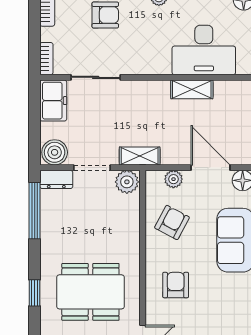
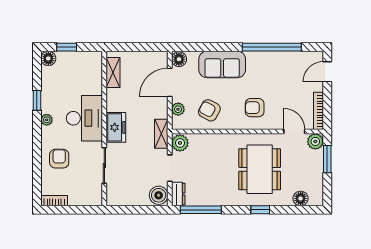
desk: (204, 50) -> (84, 118), moved
bookcase: (46, 59) -> (91, 201), removed
shelving: (192, 89) -> (113, 72), moved
freezer: (53, 101) -> (116, 127), moved, turned 90

